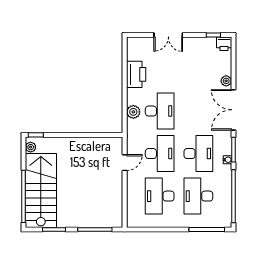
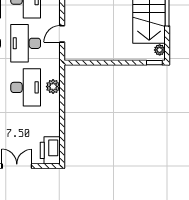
printer: (136, 74) -> (50, 150), moved
desk: (160, 111) -> (26, 87), turned 180

